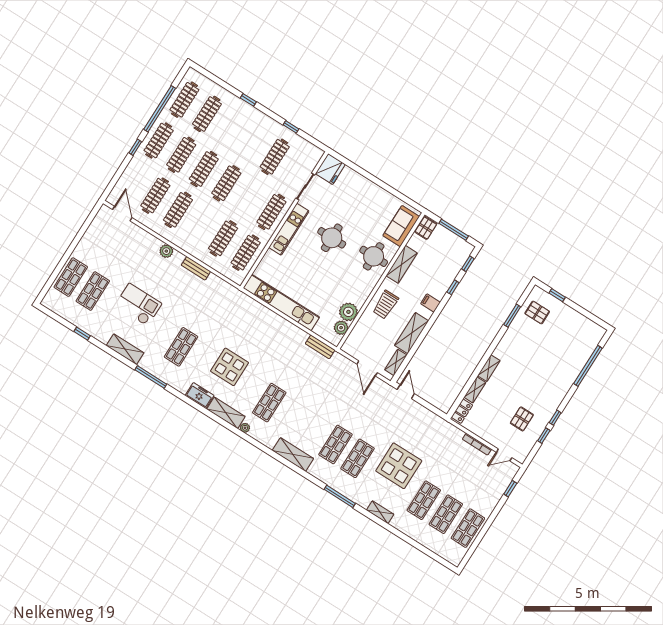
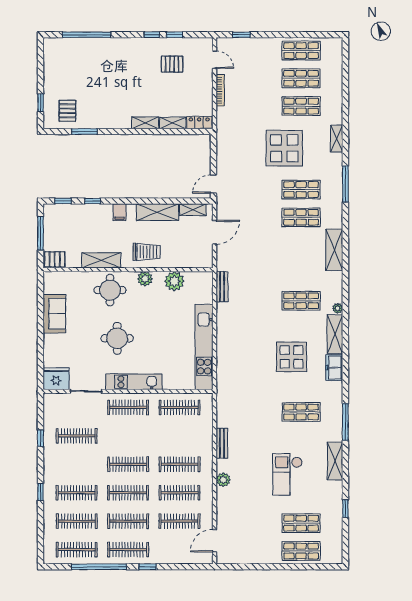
clothes rail: (230, 128) -> (77, 493), added
sofa: (401, 226) -> (54, 314), moved, turned -90
clothes rail: (223, 238) -> (180, 464), moved
plant: (341, 328) -> (145, 279), moved

